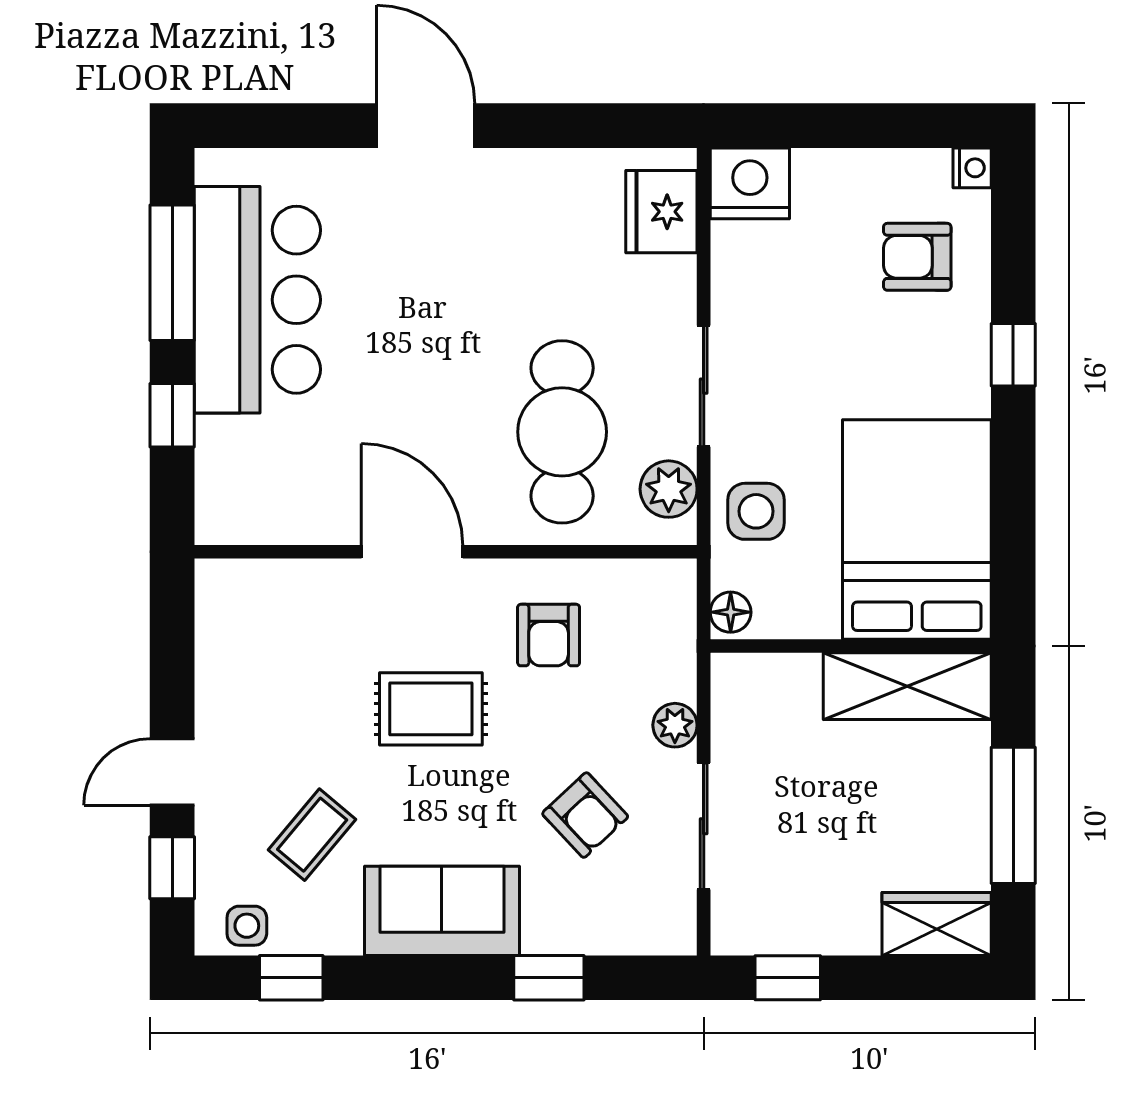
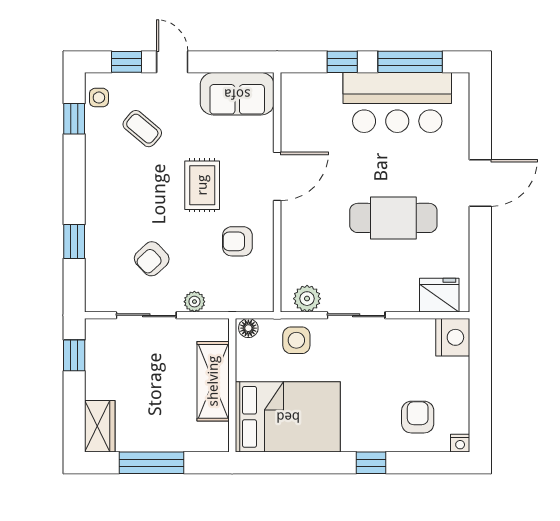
cafe table: (562, 432) -> (393, 218), moved
shelving: (907, 686) -> (213, 381), moved
sofa: (442, 911) -> (237, 94), moved, turned 90

